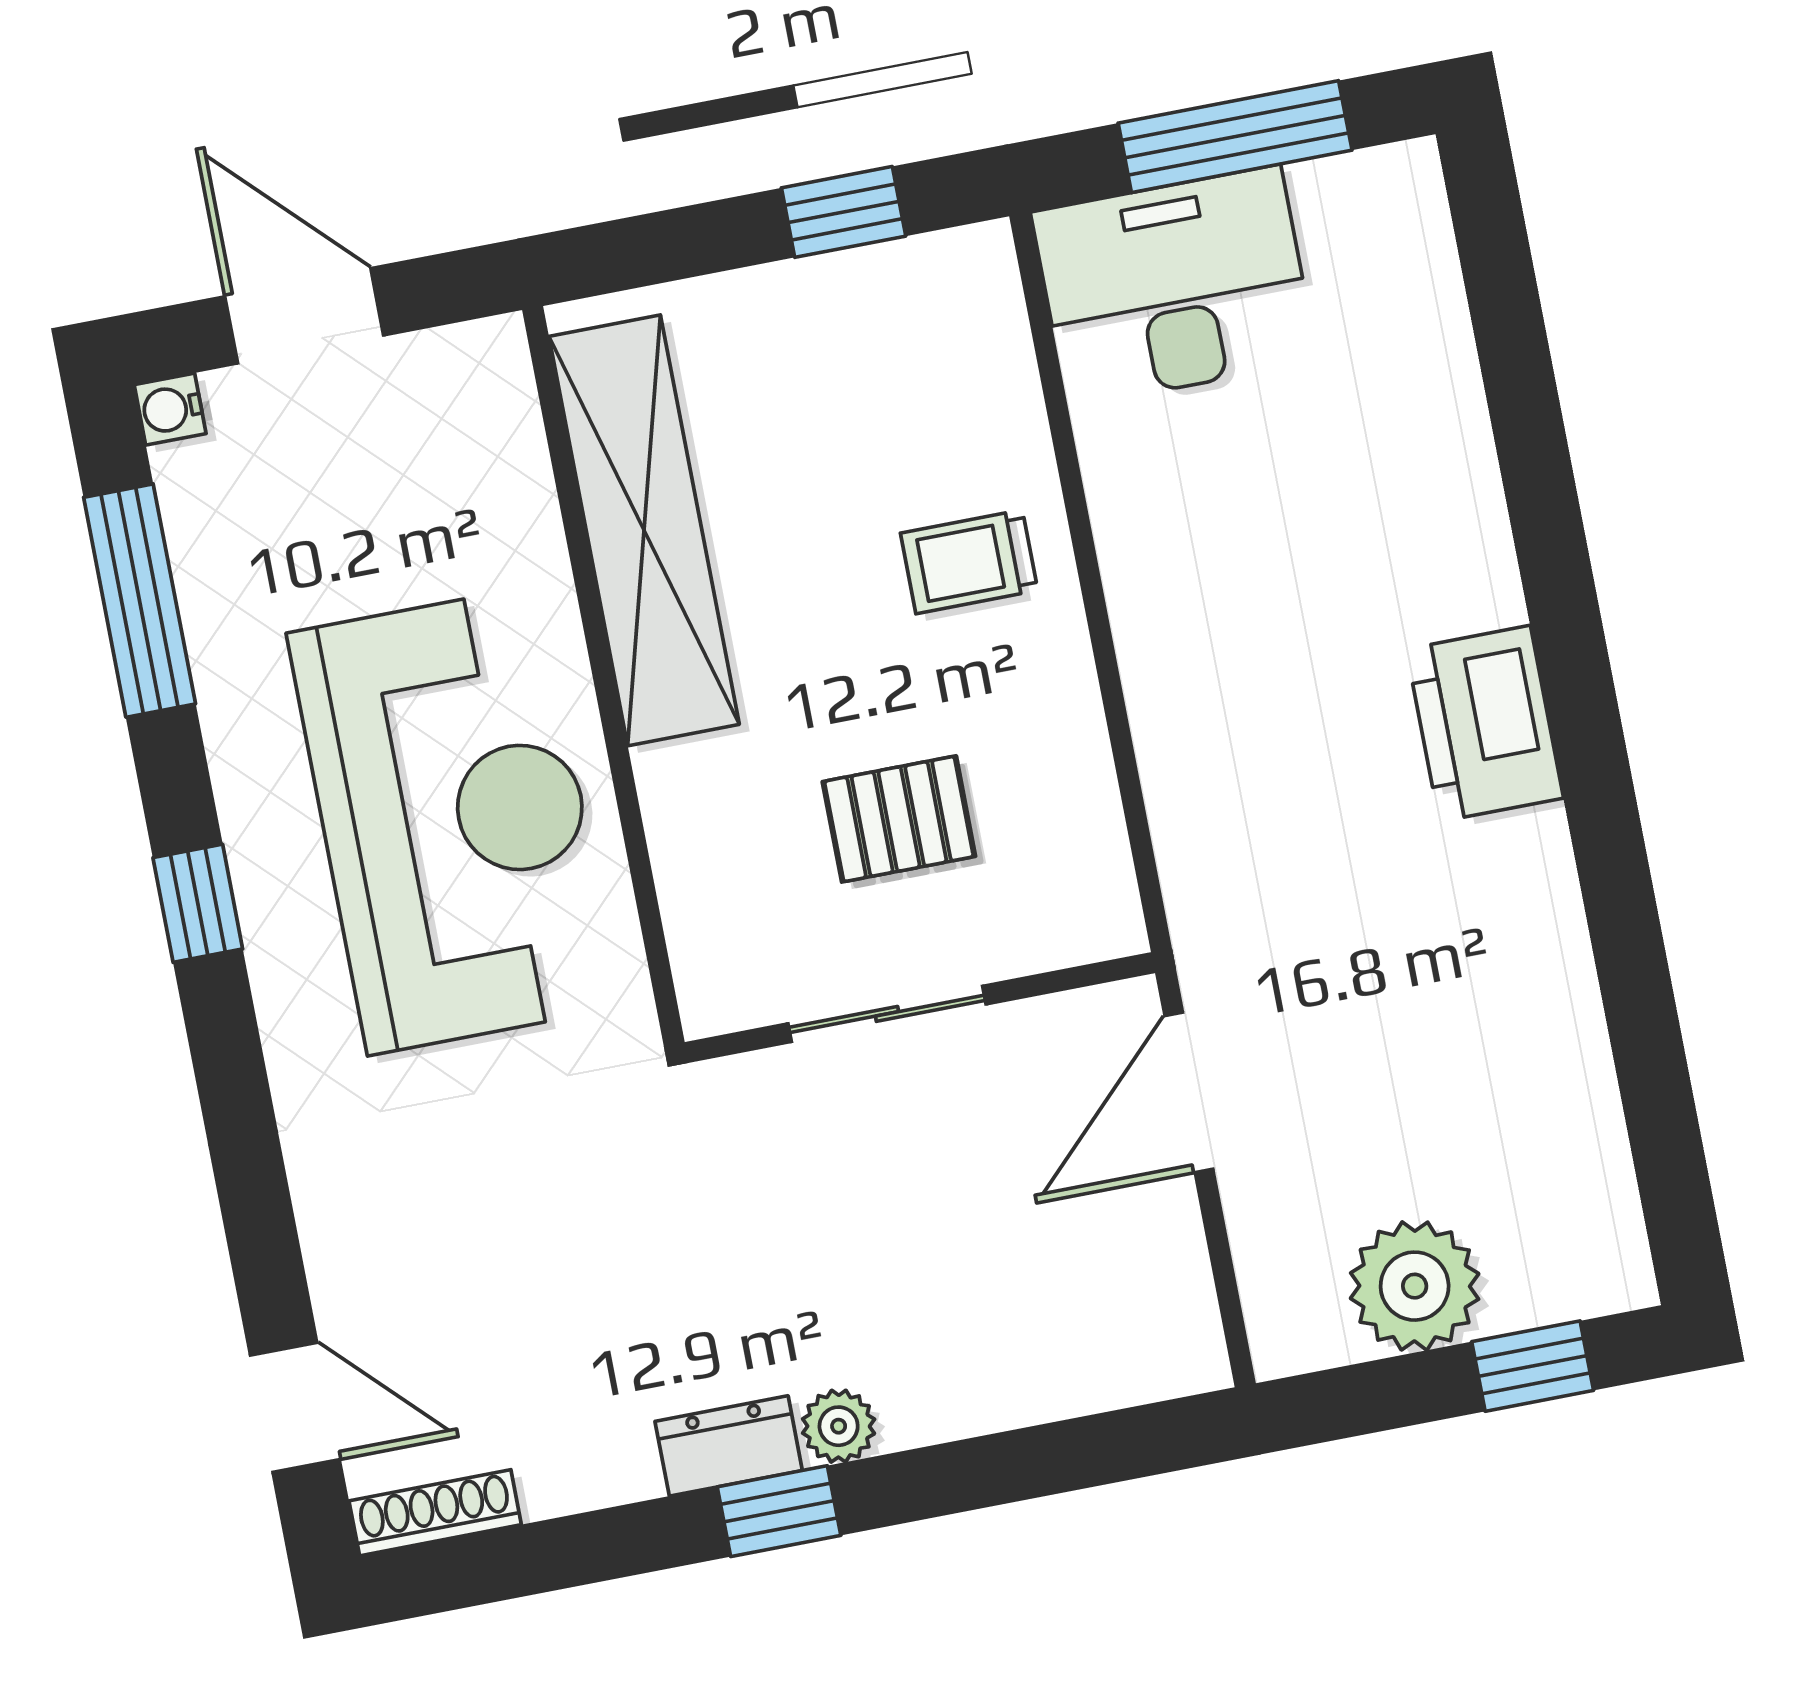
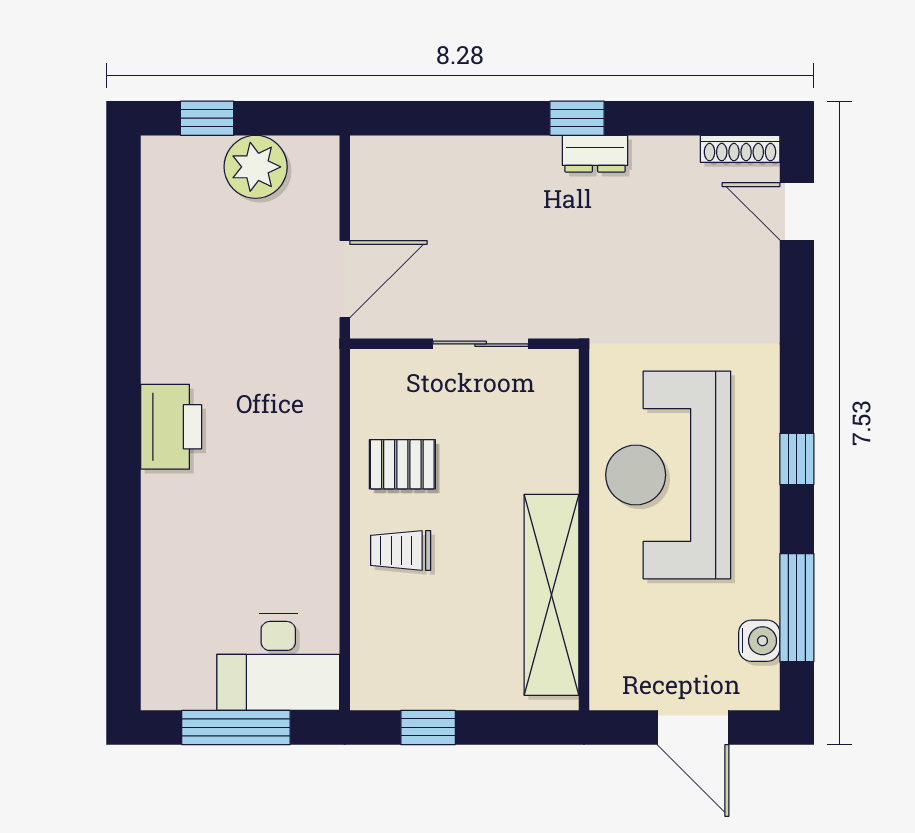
water cooler: (170, 409) -> (759, 641), moved, width x1.38, depth x1.38
trolley: (969, 562) -> (401, 550), turned 180
pallet: (899, 819) -> (402, 464), moved
plant: (839, 1426) -> (541, 153), removed

